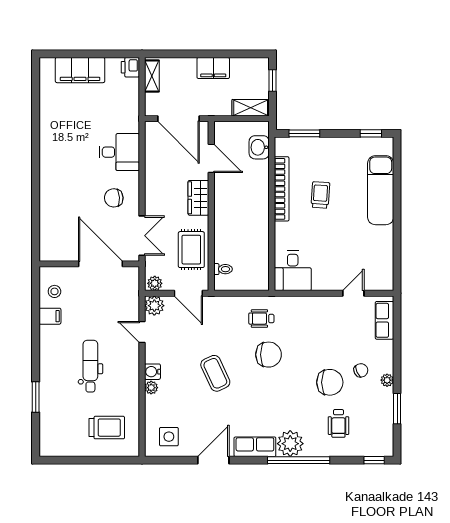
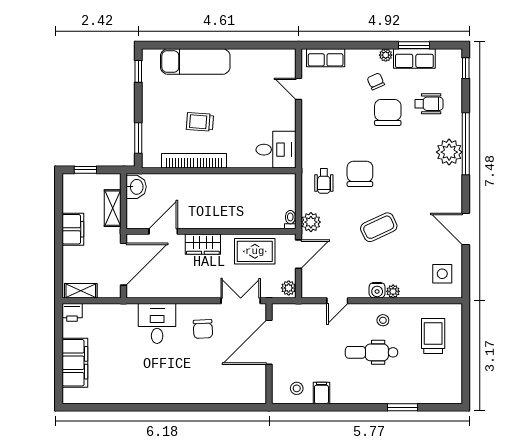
shelving: (251, 108) -> (113, 208), moved
washbasin: (259, 147) -> (136, 187), moved, turned -90
toilet: (223, 269) -> (290, 220), moved
plant: (154, 306) -> (311, 222), moved
stool: (122, 377) -> (383, 320), added
row of seats: (255, 447) -> (414, 59), moved, turned -90

